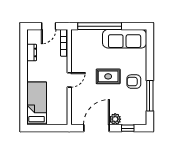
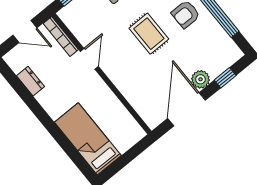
door: (49, 26) -> (25, 31), hinge flipped
rug: (108, 76) -> (149, 34), turned 90
door: (69, 80) -> (89, 59), moved

